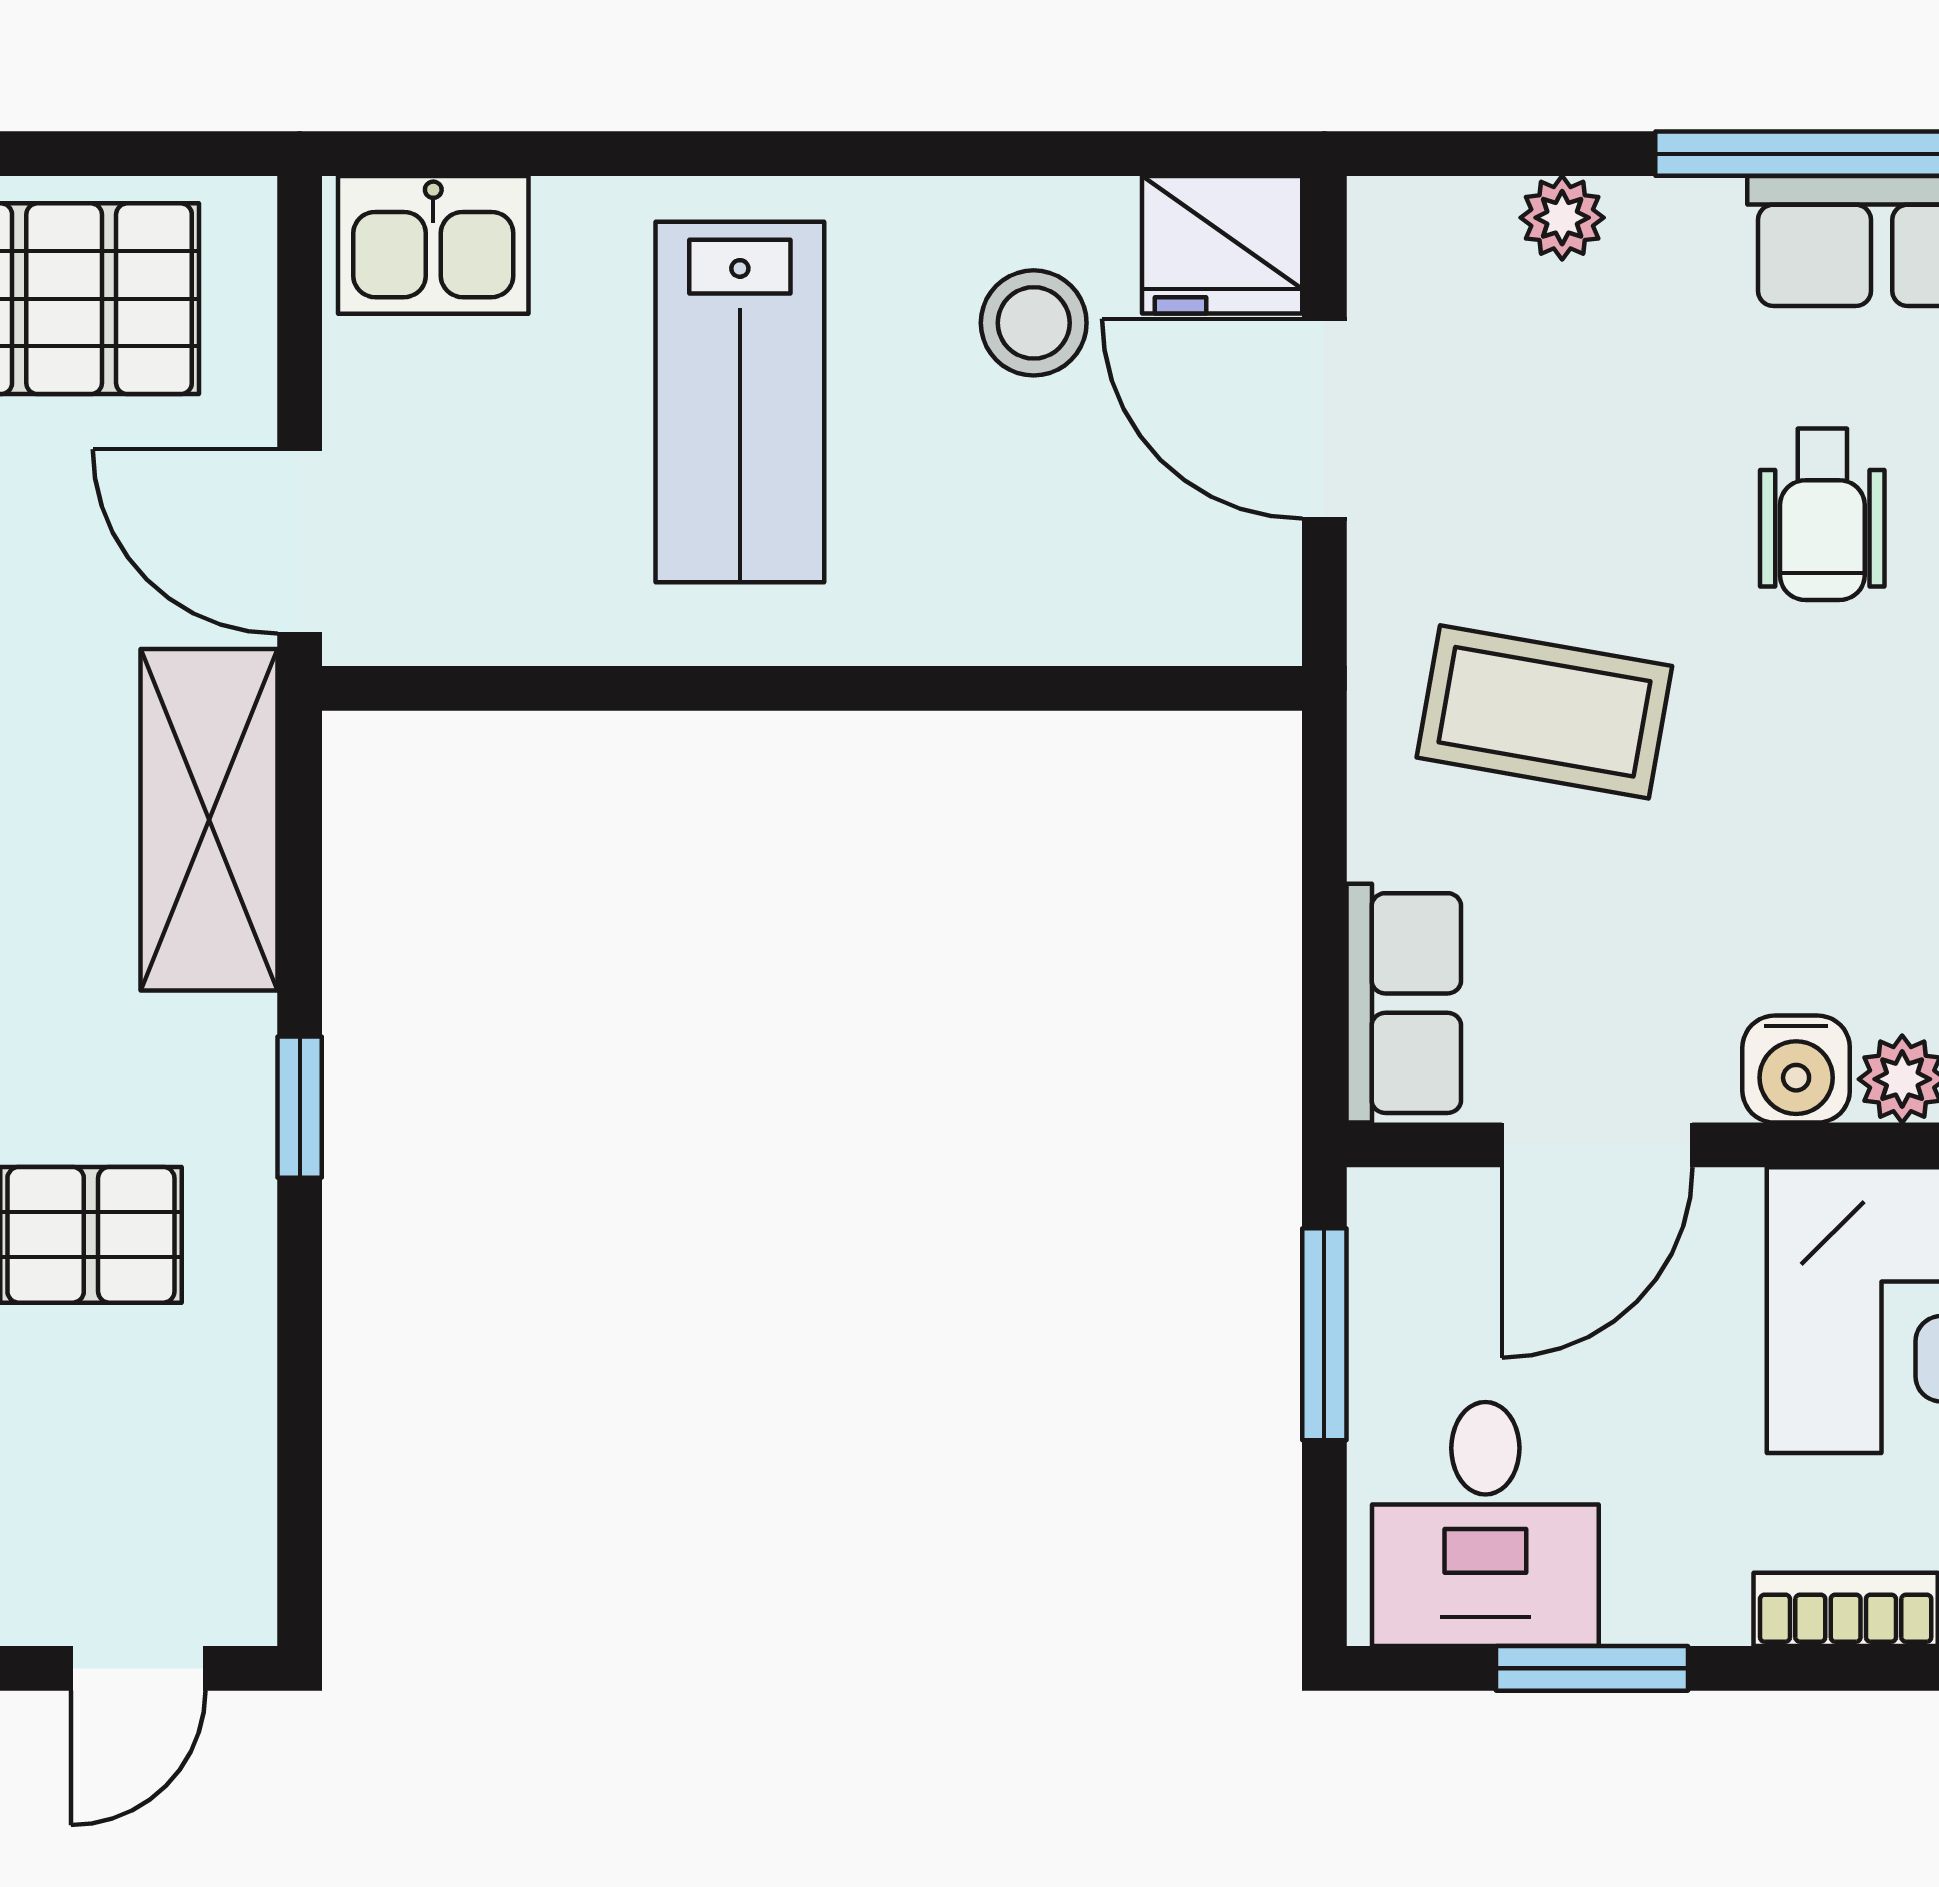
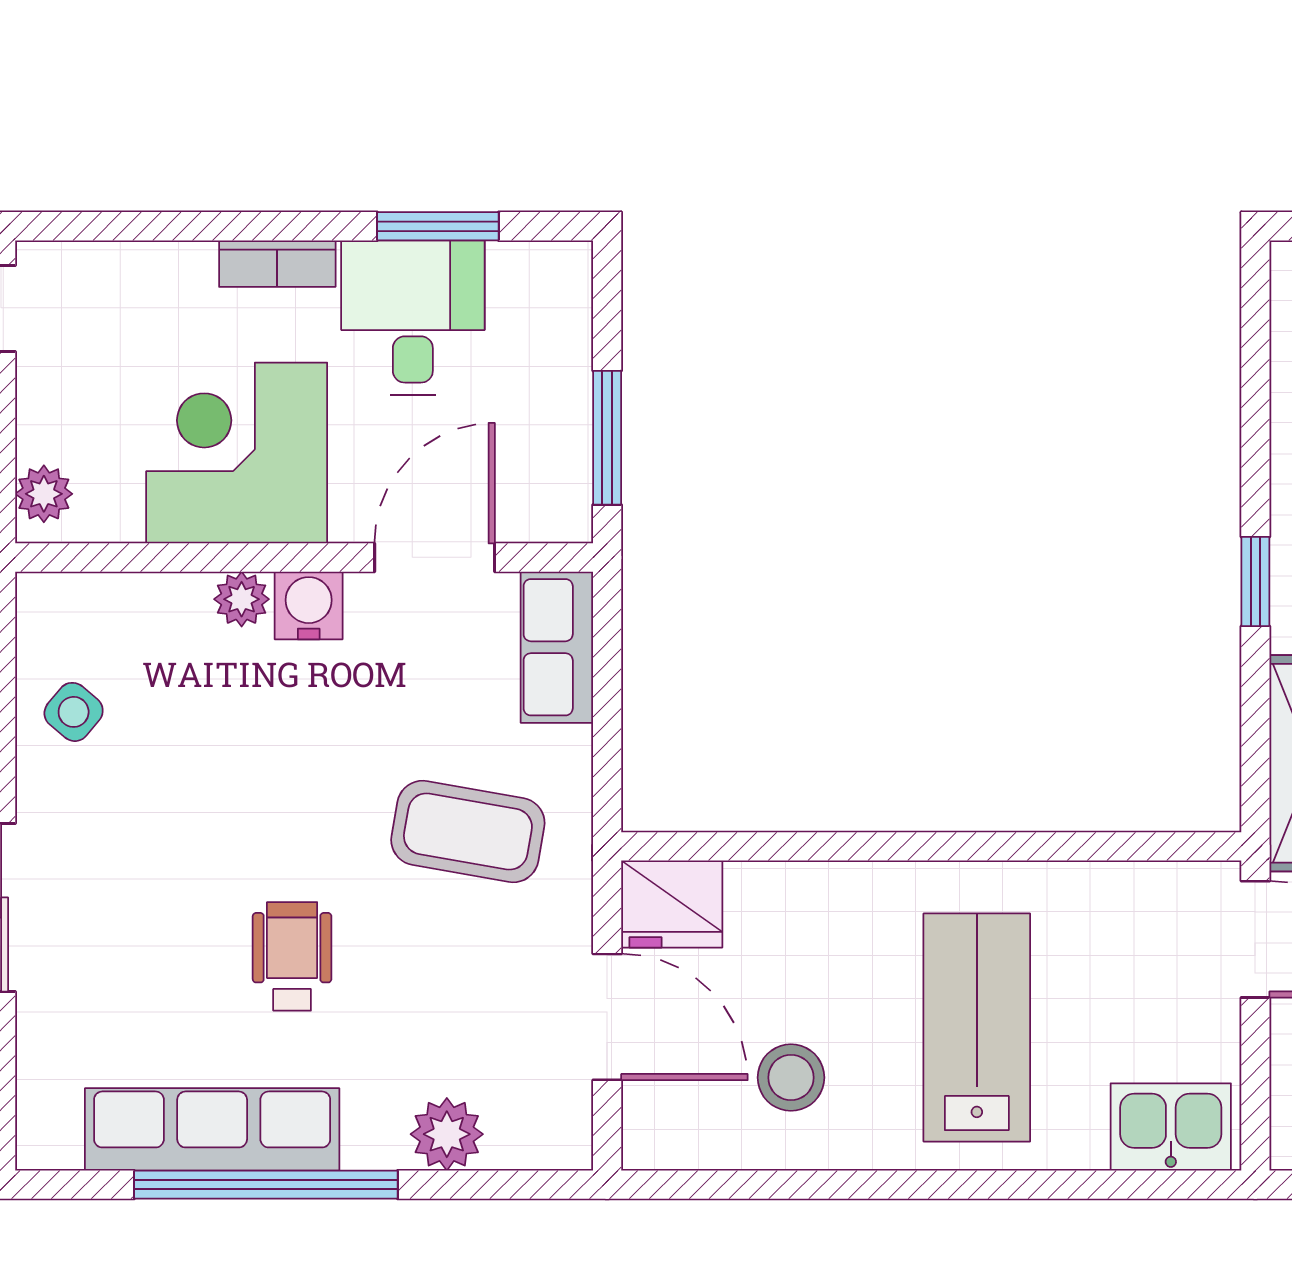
plant: (1562, 218) -> (447, 1134), width x1.38, depth x1.38
fridge: (1222, 245) -> (672, 904), moved, turned 180
desk: (1485, 1524) -> (413, 318), moved

